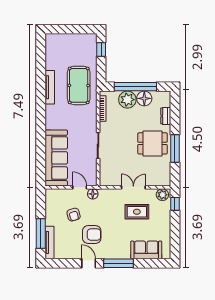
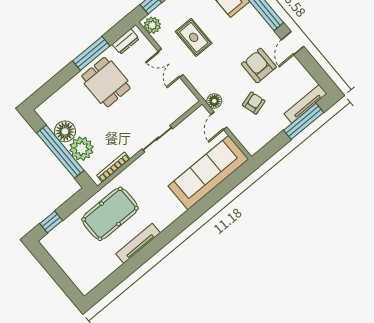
dresser: (166, 116) -> (126, 42), moved

